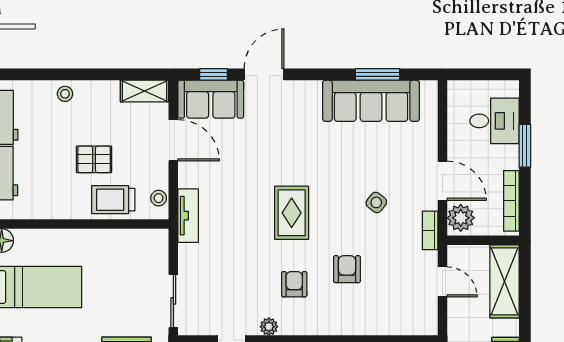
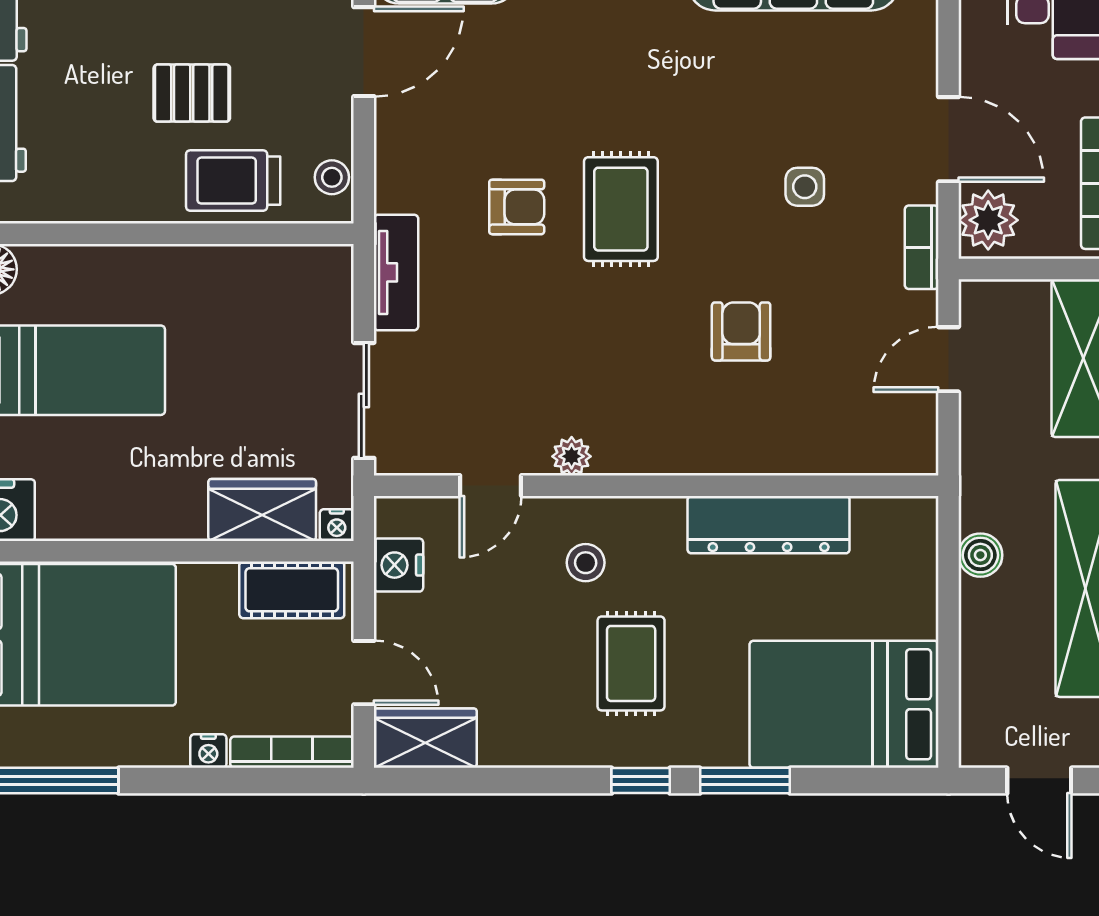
door: (173, 140) -> (364, 52), hinge flipped
side table: (376, 202) -> (805, 187), turned -38
tv unit: (188, 216) -> (396, 272), moved
door: (442, 282) -> (949, 359), swing flipped
armchair: (294, 284) -> (517, 207), moved, turned 90

